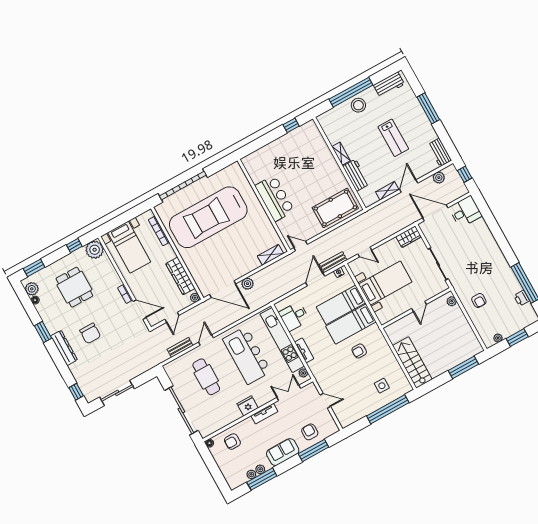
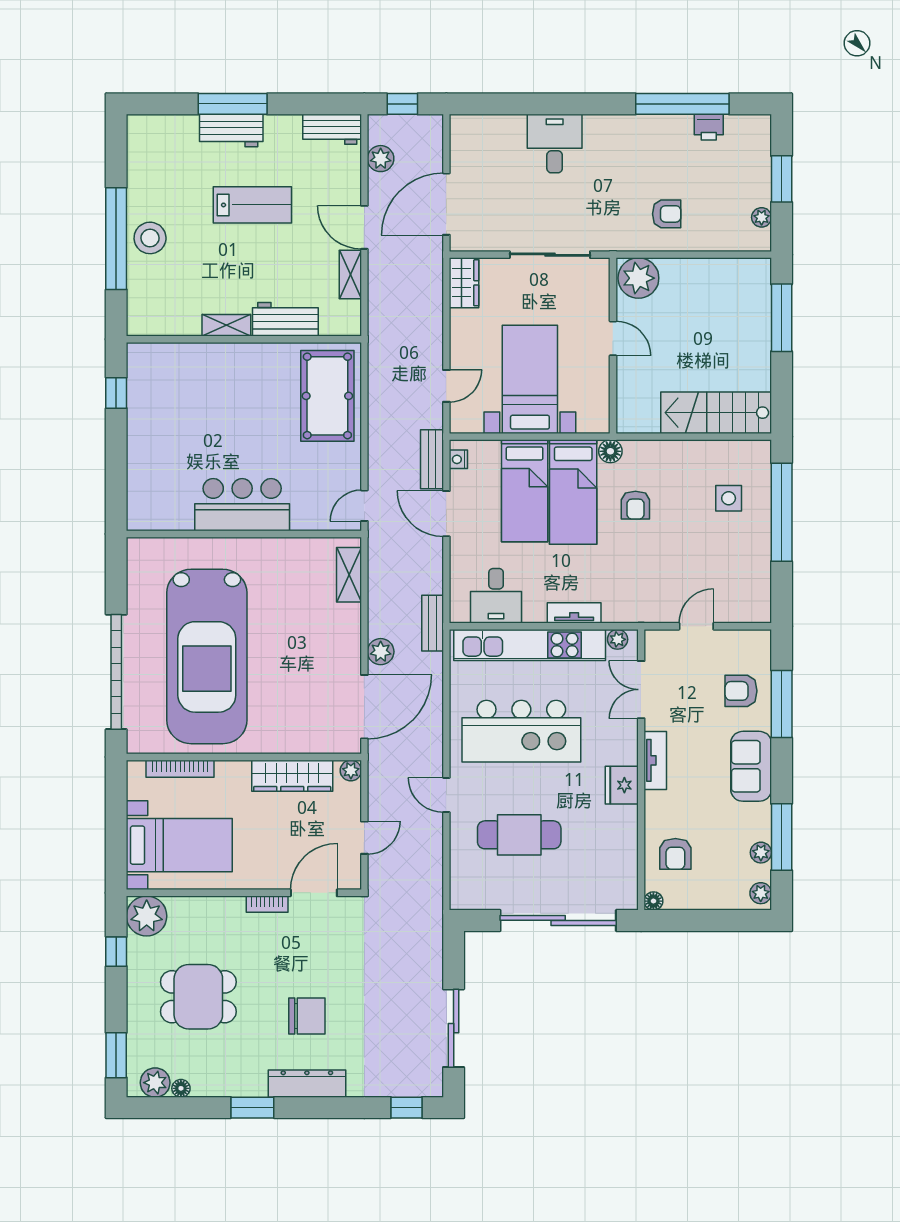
workbench: (389, 85) -> (231, 130), moved, turned 90
desk: (465, 212) -> (555, 144), moved
plant: (452, 301) -> (638, 278), width x1.88, depth x1.88
door: (172, 317) -> (364, 838), hinge flipped
floor lamp: (375, 330) -> (610, 451), added
bench: (180, 347) -> (433, 623), moved
plant: (260, 469) -> (761, 893), moved

